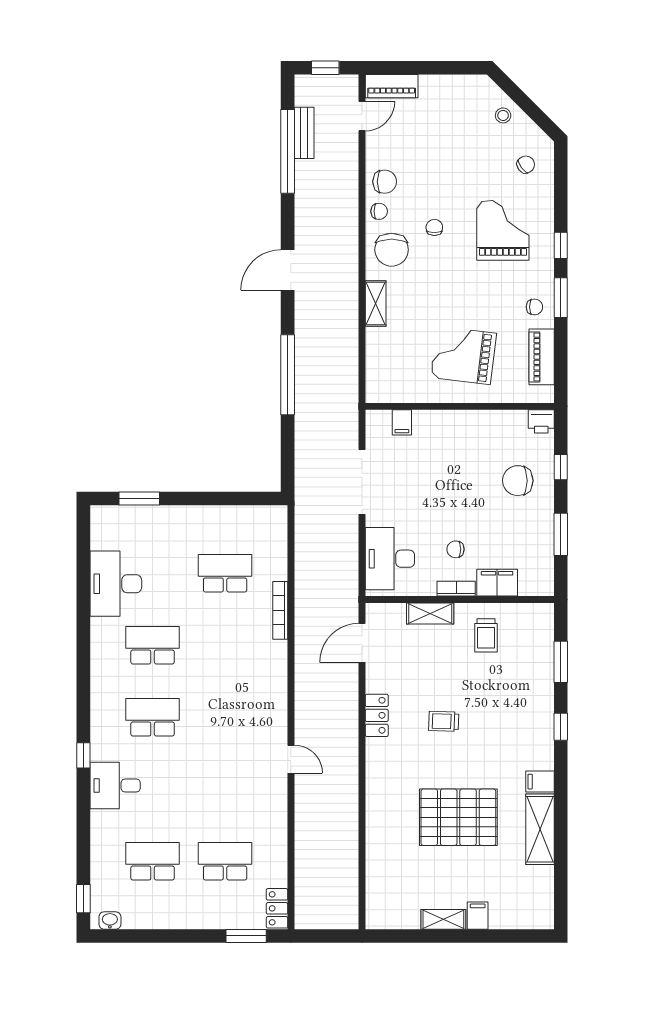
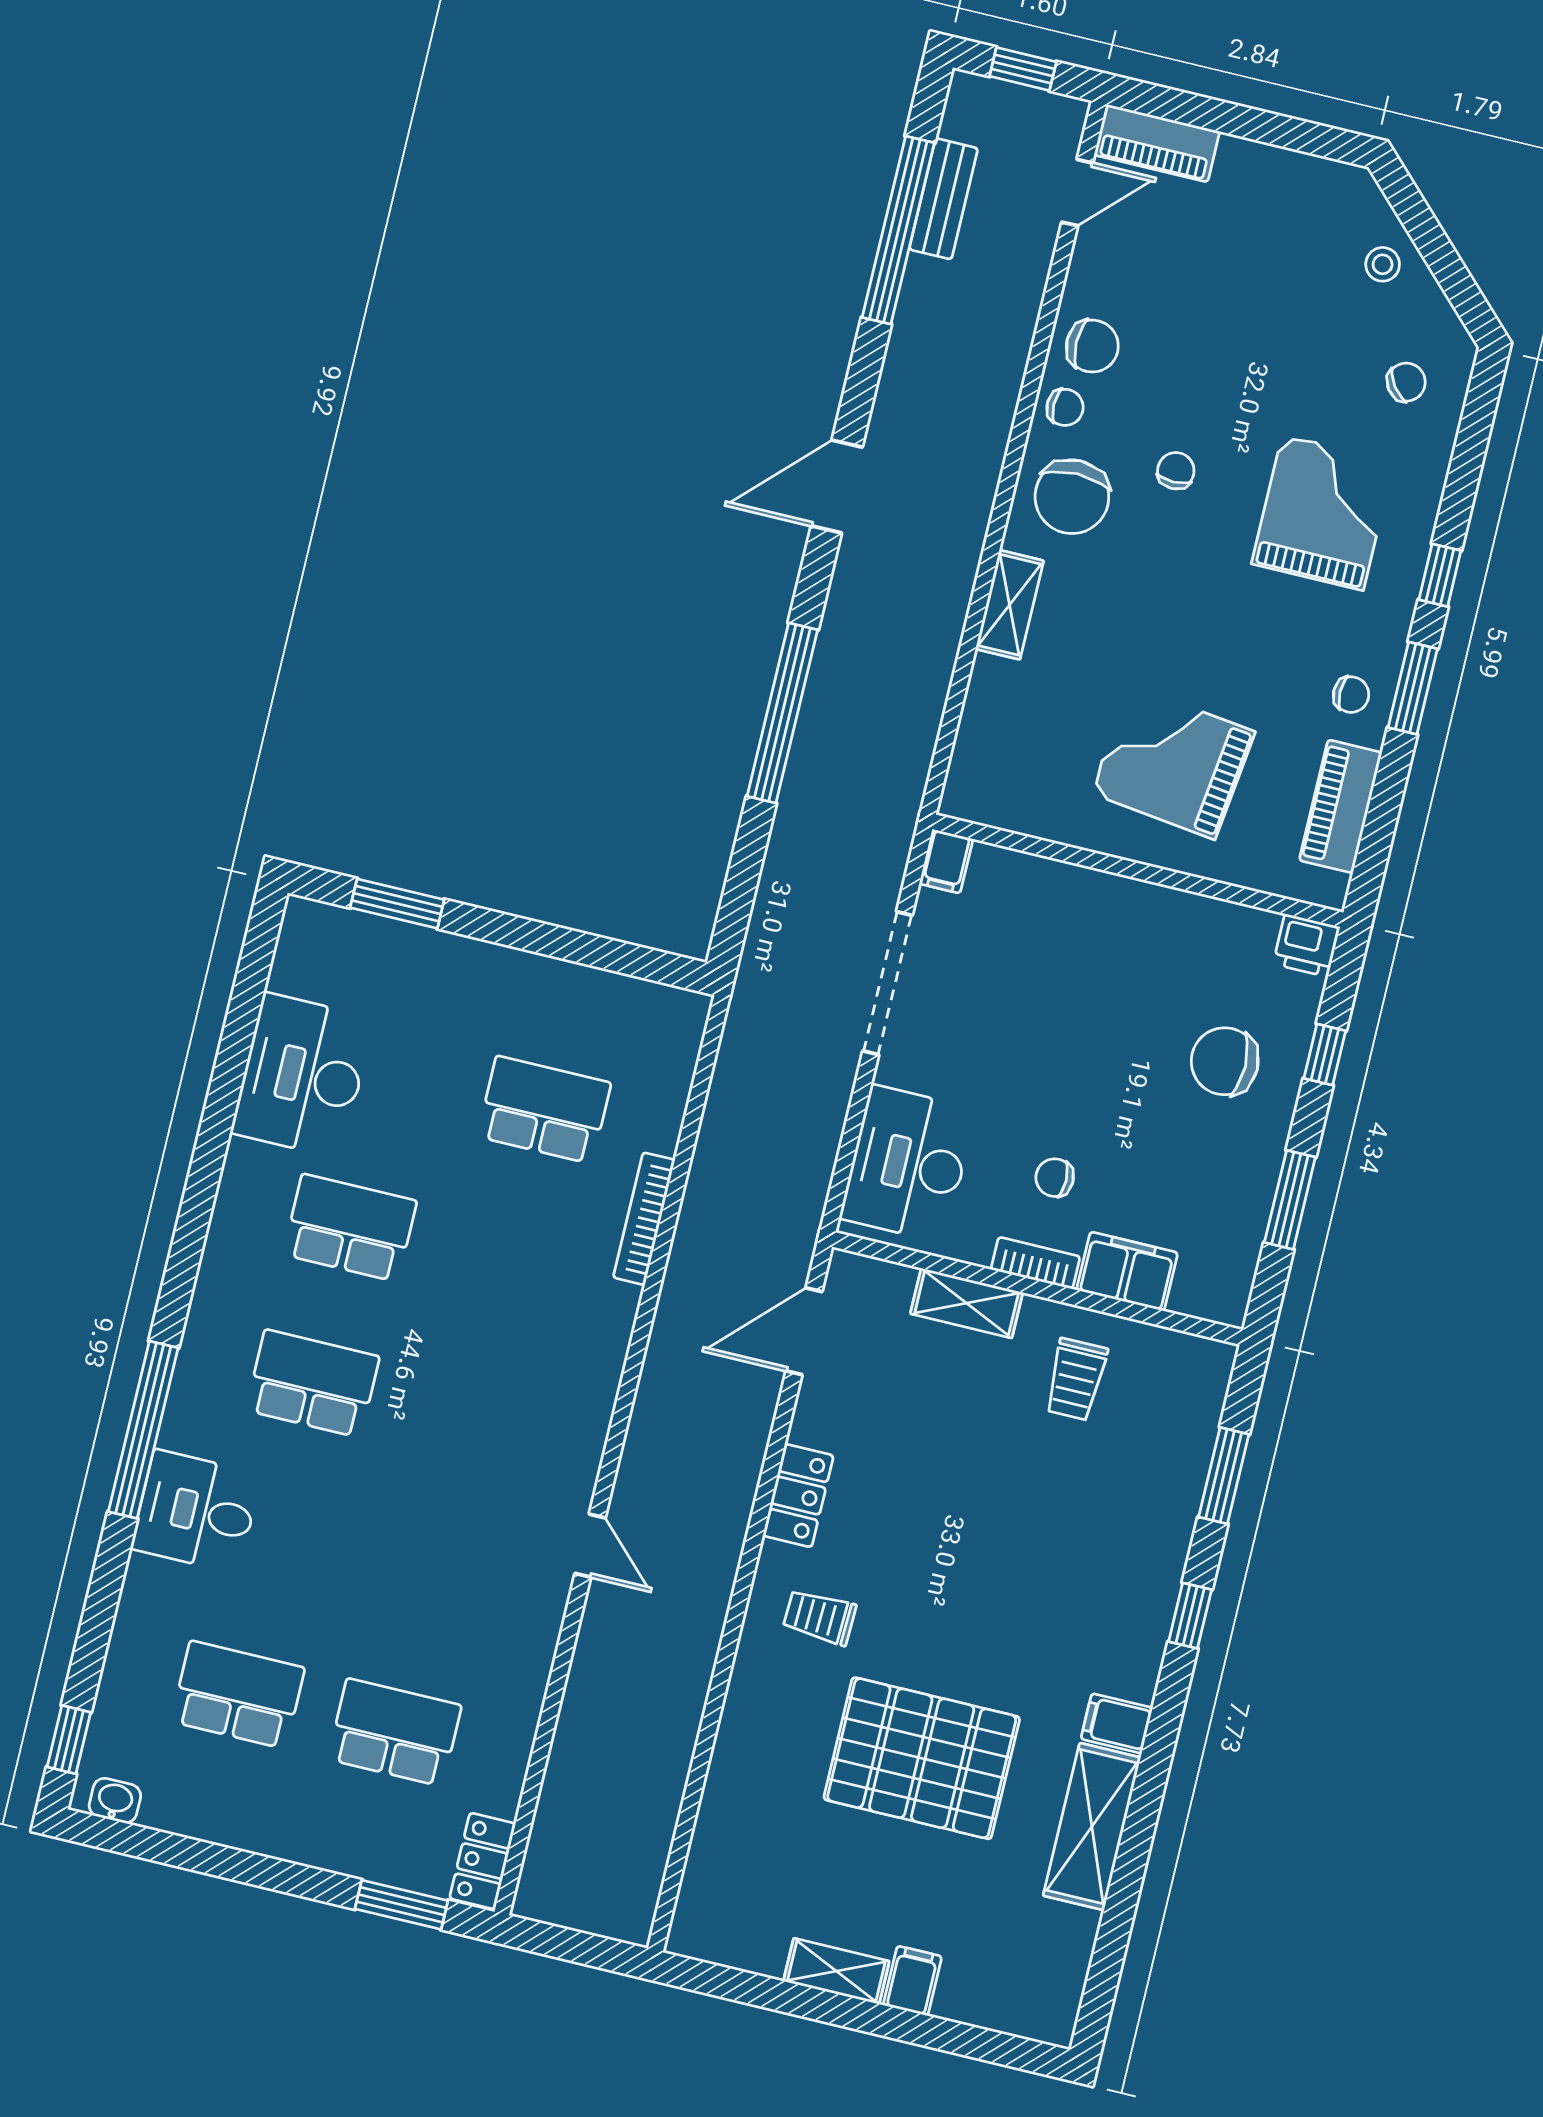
filing cabinet: (402, 422) -> (946, 861), moved
trolley: (444, 721) -> (820, 1617), moved
window: (83, 755) -> (143, 1430), width x3.17

